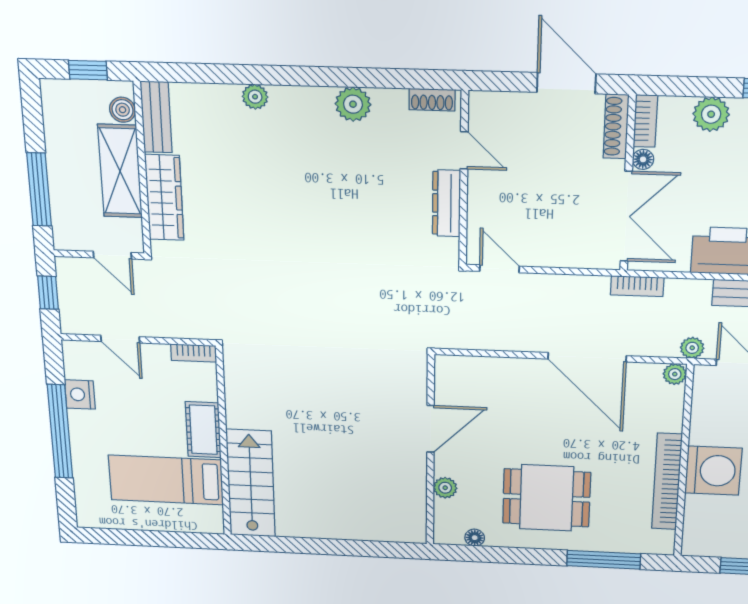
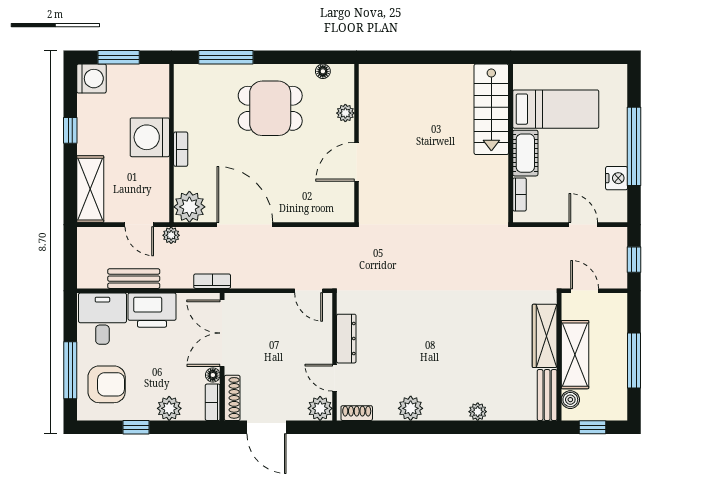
plant: (486, 108) -> (320, 408), added
window: (39, 190) -> (634, 360), moved
bookcase: (194, 353) -> (520, 194), moved, turned 90
plant: (675, 374) -> (189, 207), width x1.88, depth x1.88
bookcase: (667, 482) -> (181, 149), width x0.43, depth x0.76

